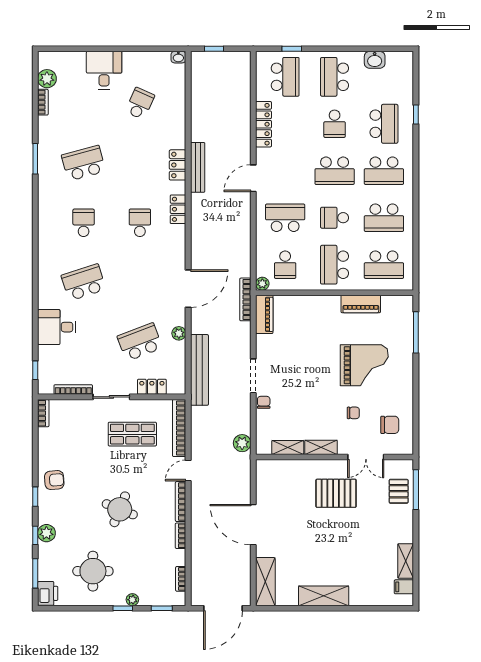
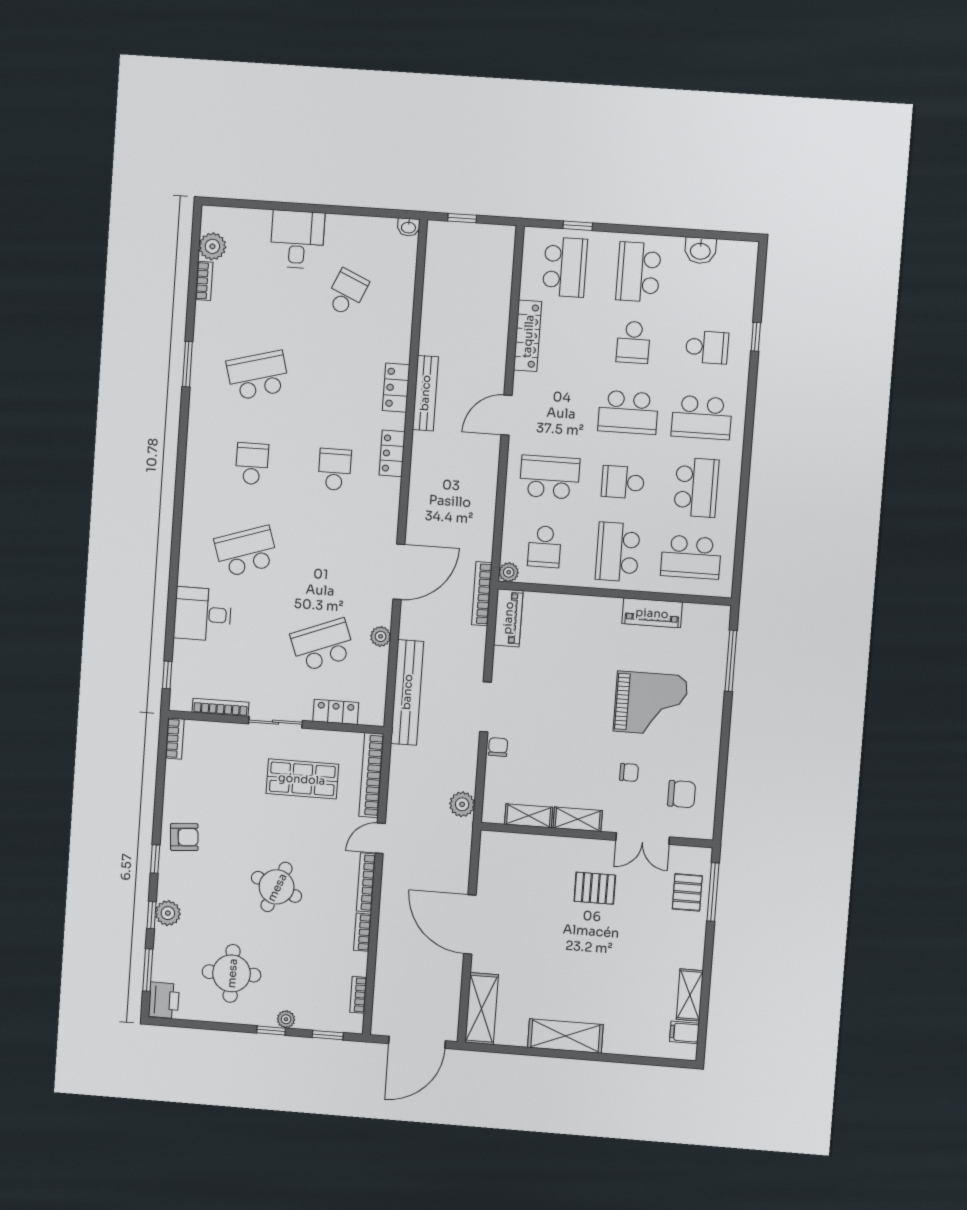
school desk: (384, 124) -> (707, 347), width x0.54
school desk: (384, 218) -> (696, 487), turned -90
pallet: (336, 493) -> (595, 888), width x0.67, depth x0.71

